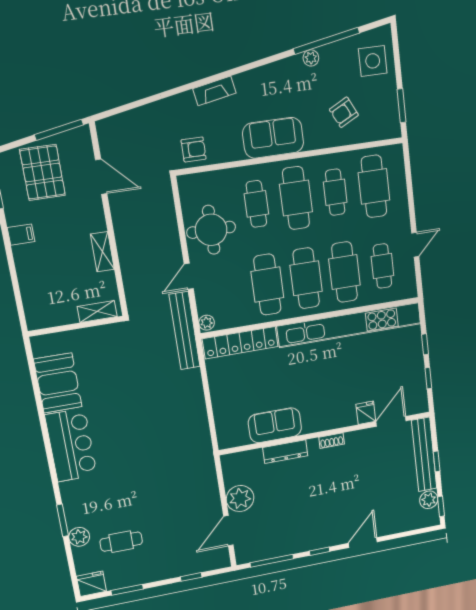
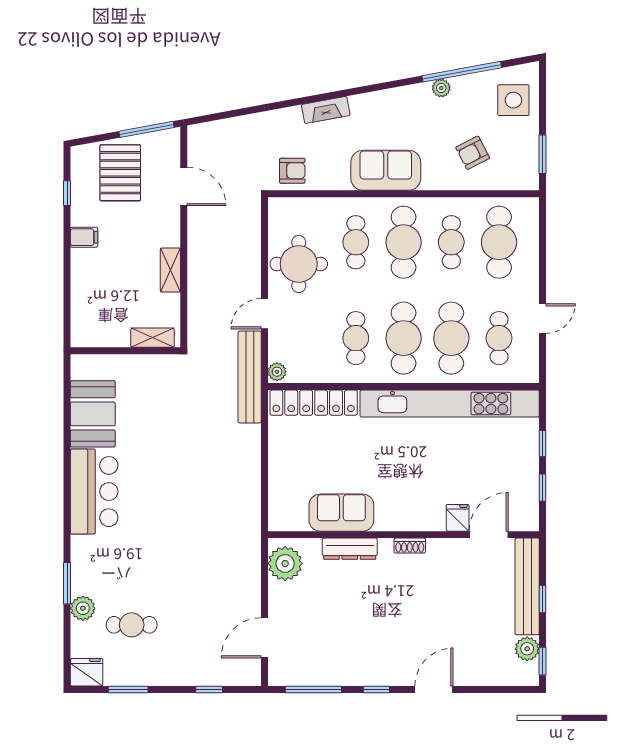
cafe table: (267, 285) -> (356, 338), width x0.73, depth x0.74
plant: (240, 499) -> (285, 563), moved

